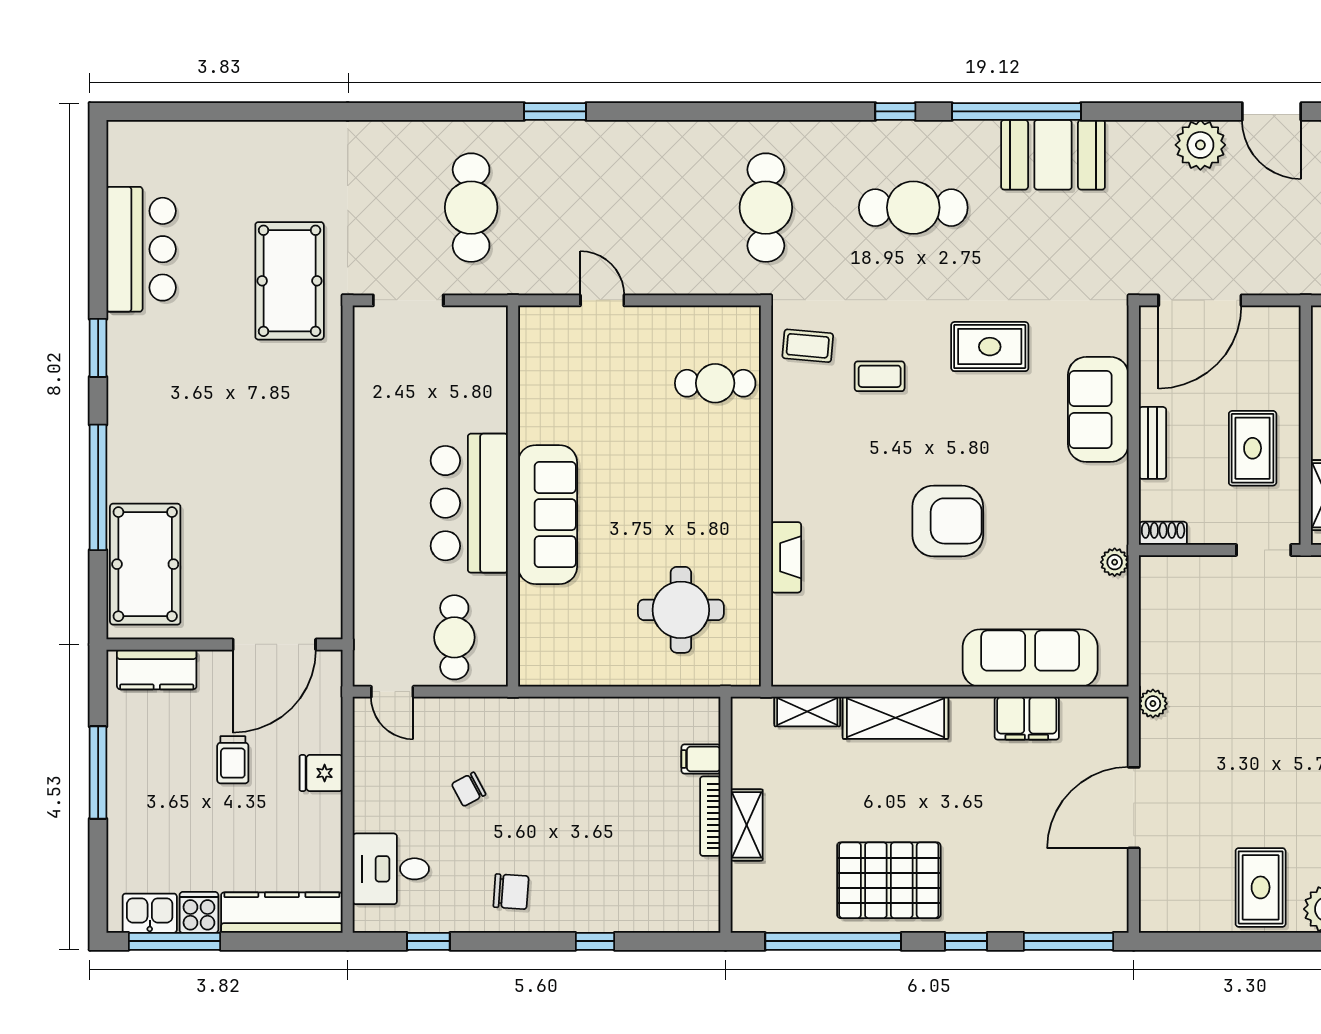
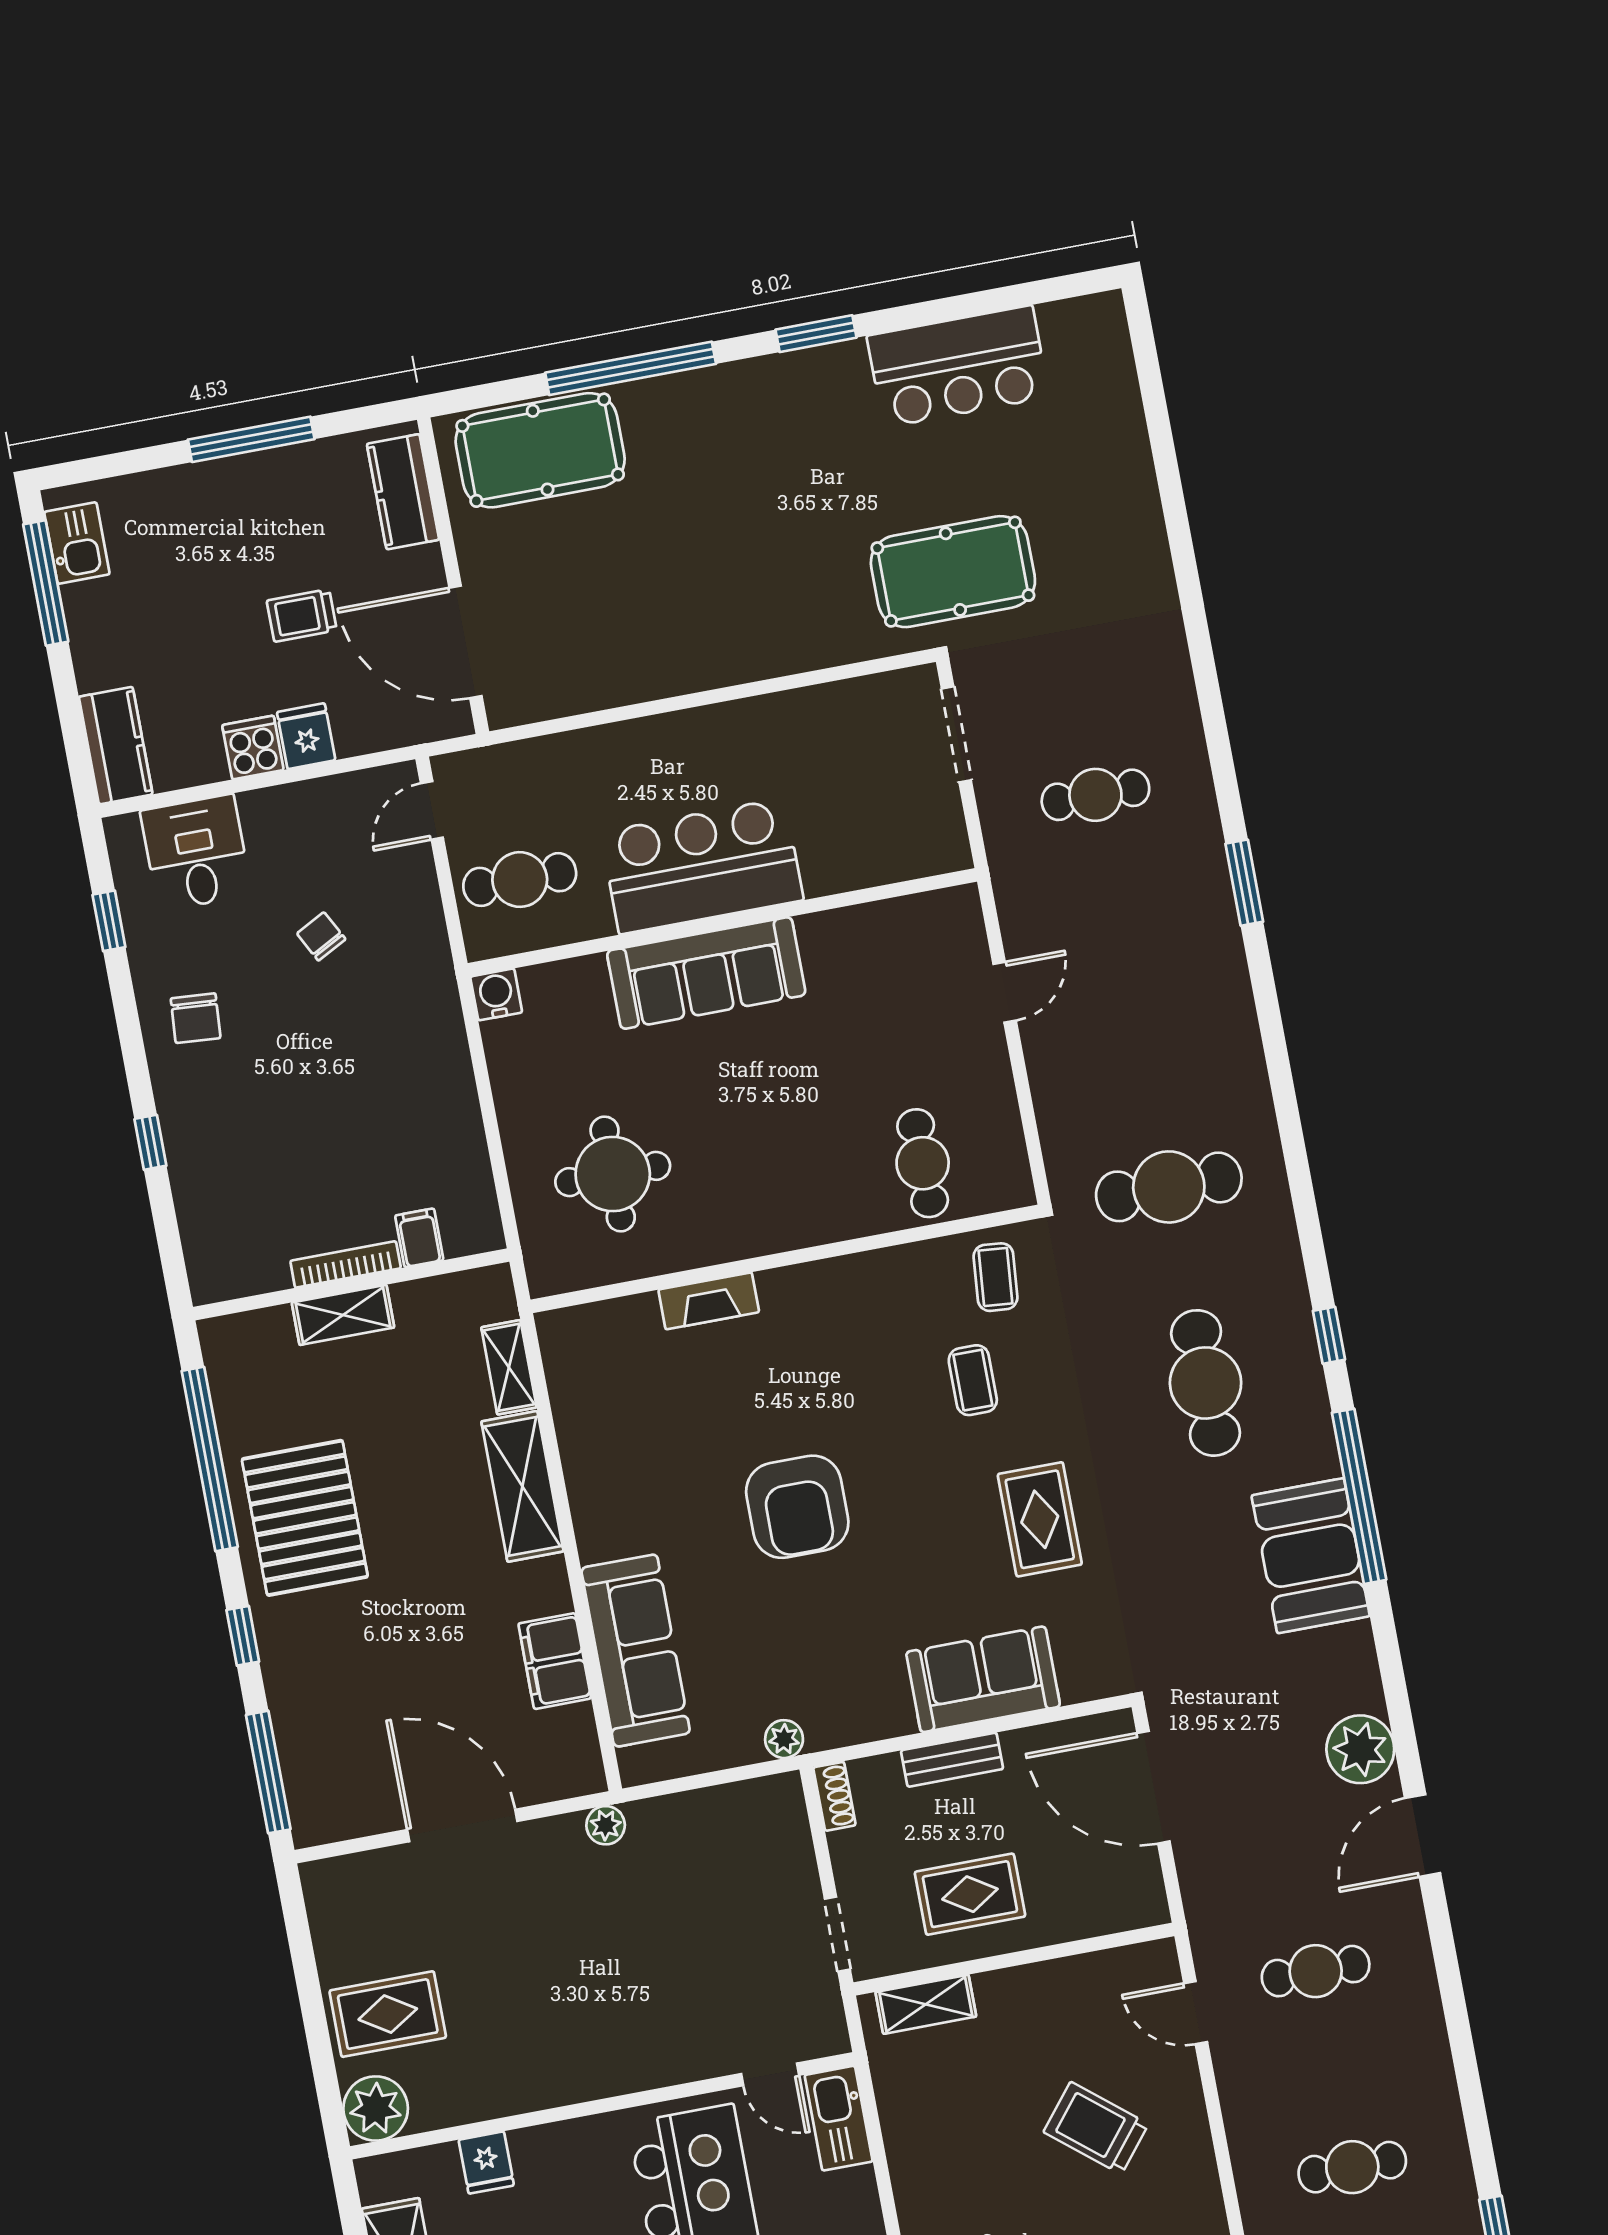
cafe table: (471, 208) -> (1095, 795), width x0.73, depth x0.74
water cooler: (535, 670) -> (496, 994), added
cooker: (199, 912) -> (253, 748), moved, turned -90
kitchen counter: (282, 913) -> (116, 746), width x0.67

